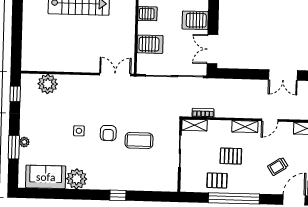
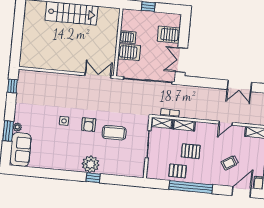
server rack: (147, 14) -> (128, 37), moved
plant: (48, 84) -> (40, 80), removed
shelving: (245, 127) -> (184, 125), moved
sofa: (46, 177) -> (20, 149), moved, turned 90
plant: (77, 179) -> (91, 164), moved

